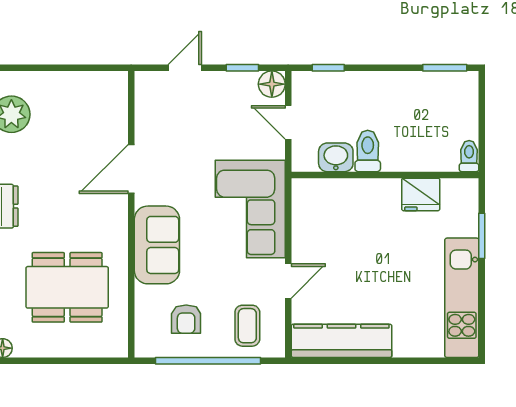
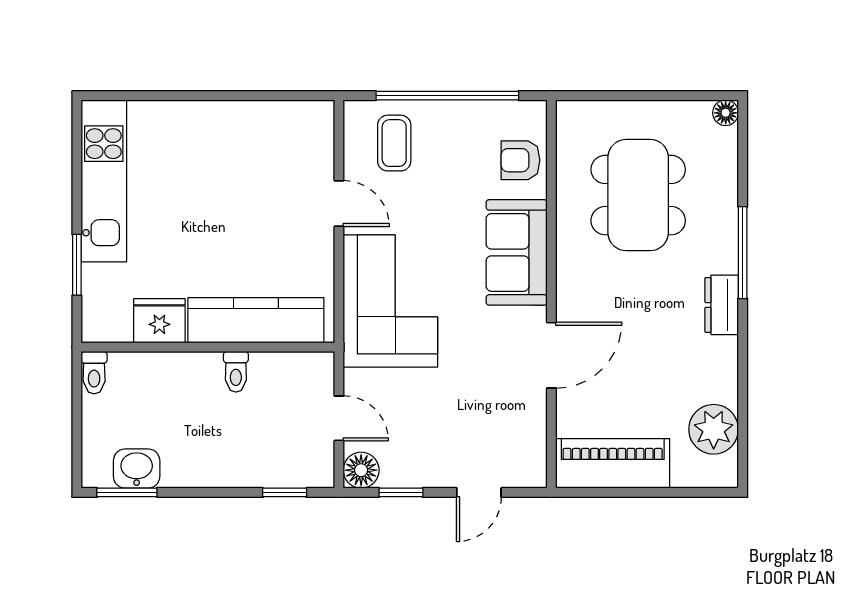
piano: (86, 89) -> (613, 463), added
toilet: (368, 151) -> (236, 372), width x0.73, depth x0.72
washbasin: (336, 157) -> (137, 469), moved, turned 180
door: (288, 281) -> (339, 204), swing flipped
dining table: (67, 287) -> (638, 195), turned 90
armchair: (186, 319) -> (520, 160), moved, turned -90
kitchen counter: (341, 341) -> (256, 320), moved, turned 180

